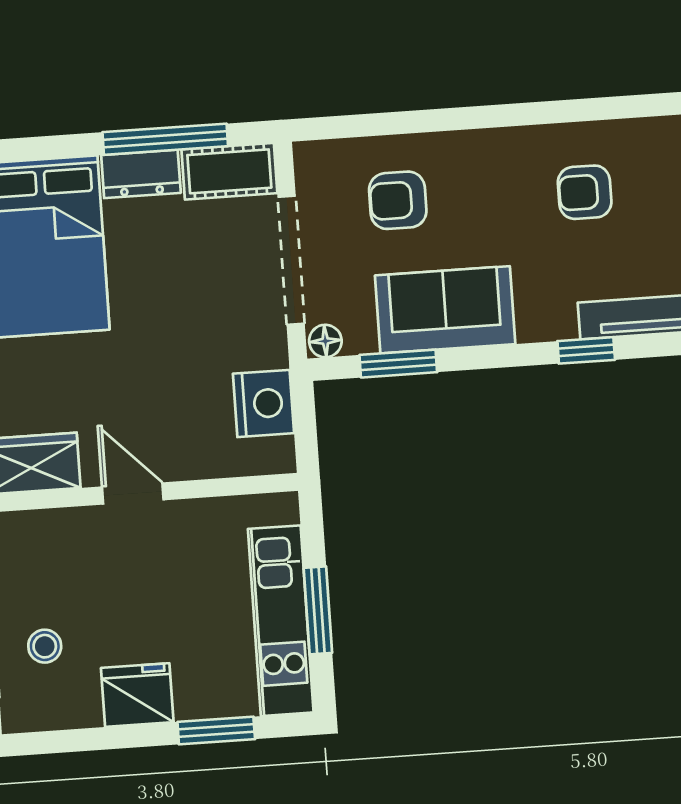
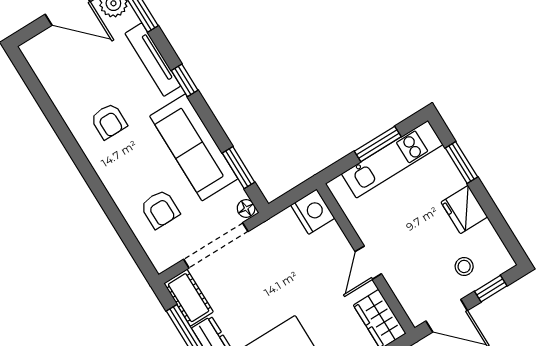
sofa: (445, 310) -> (194, 147), width x1.36
nightstand: (263, 403) -> (313, 212), moved, turned 90

